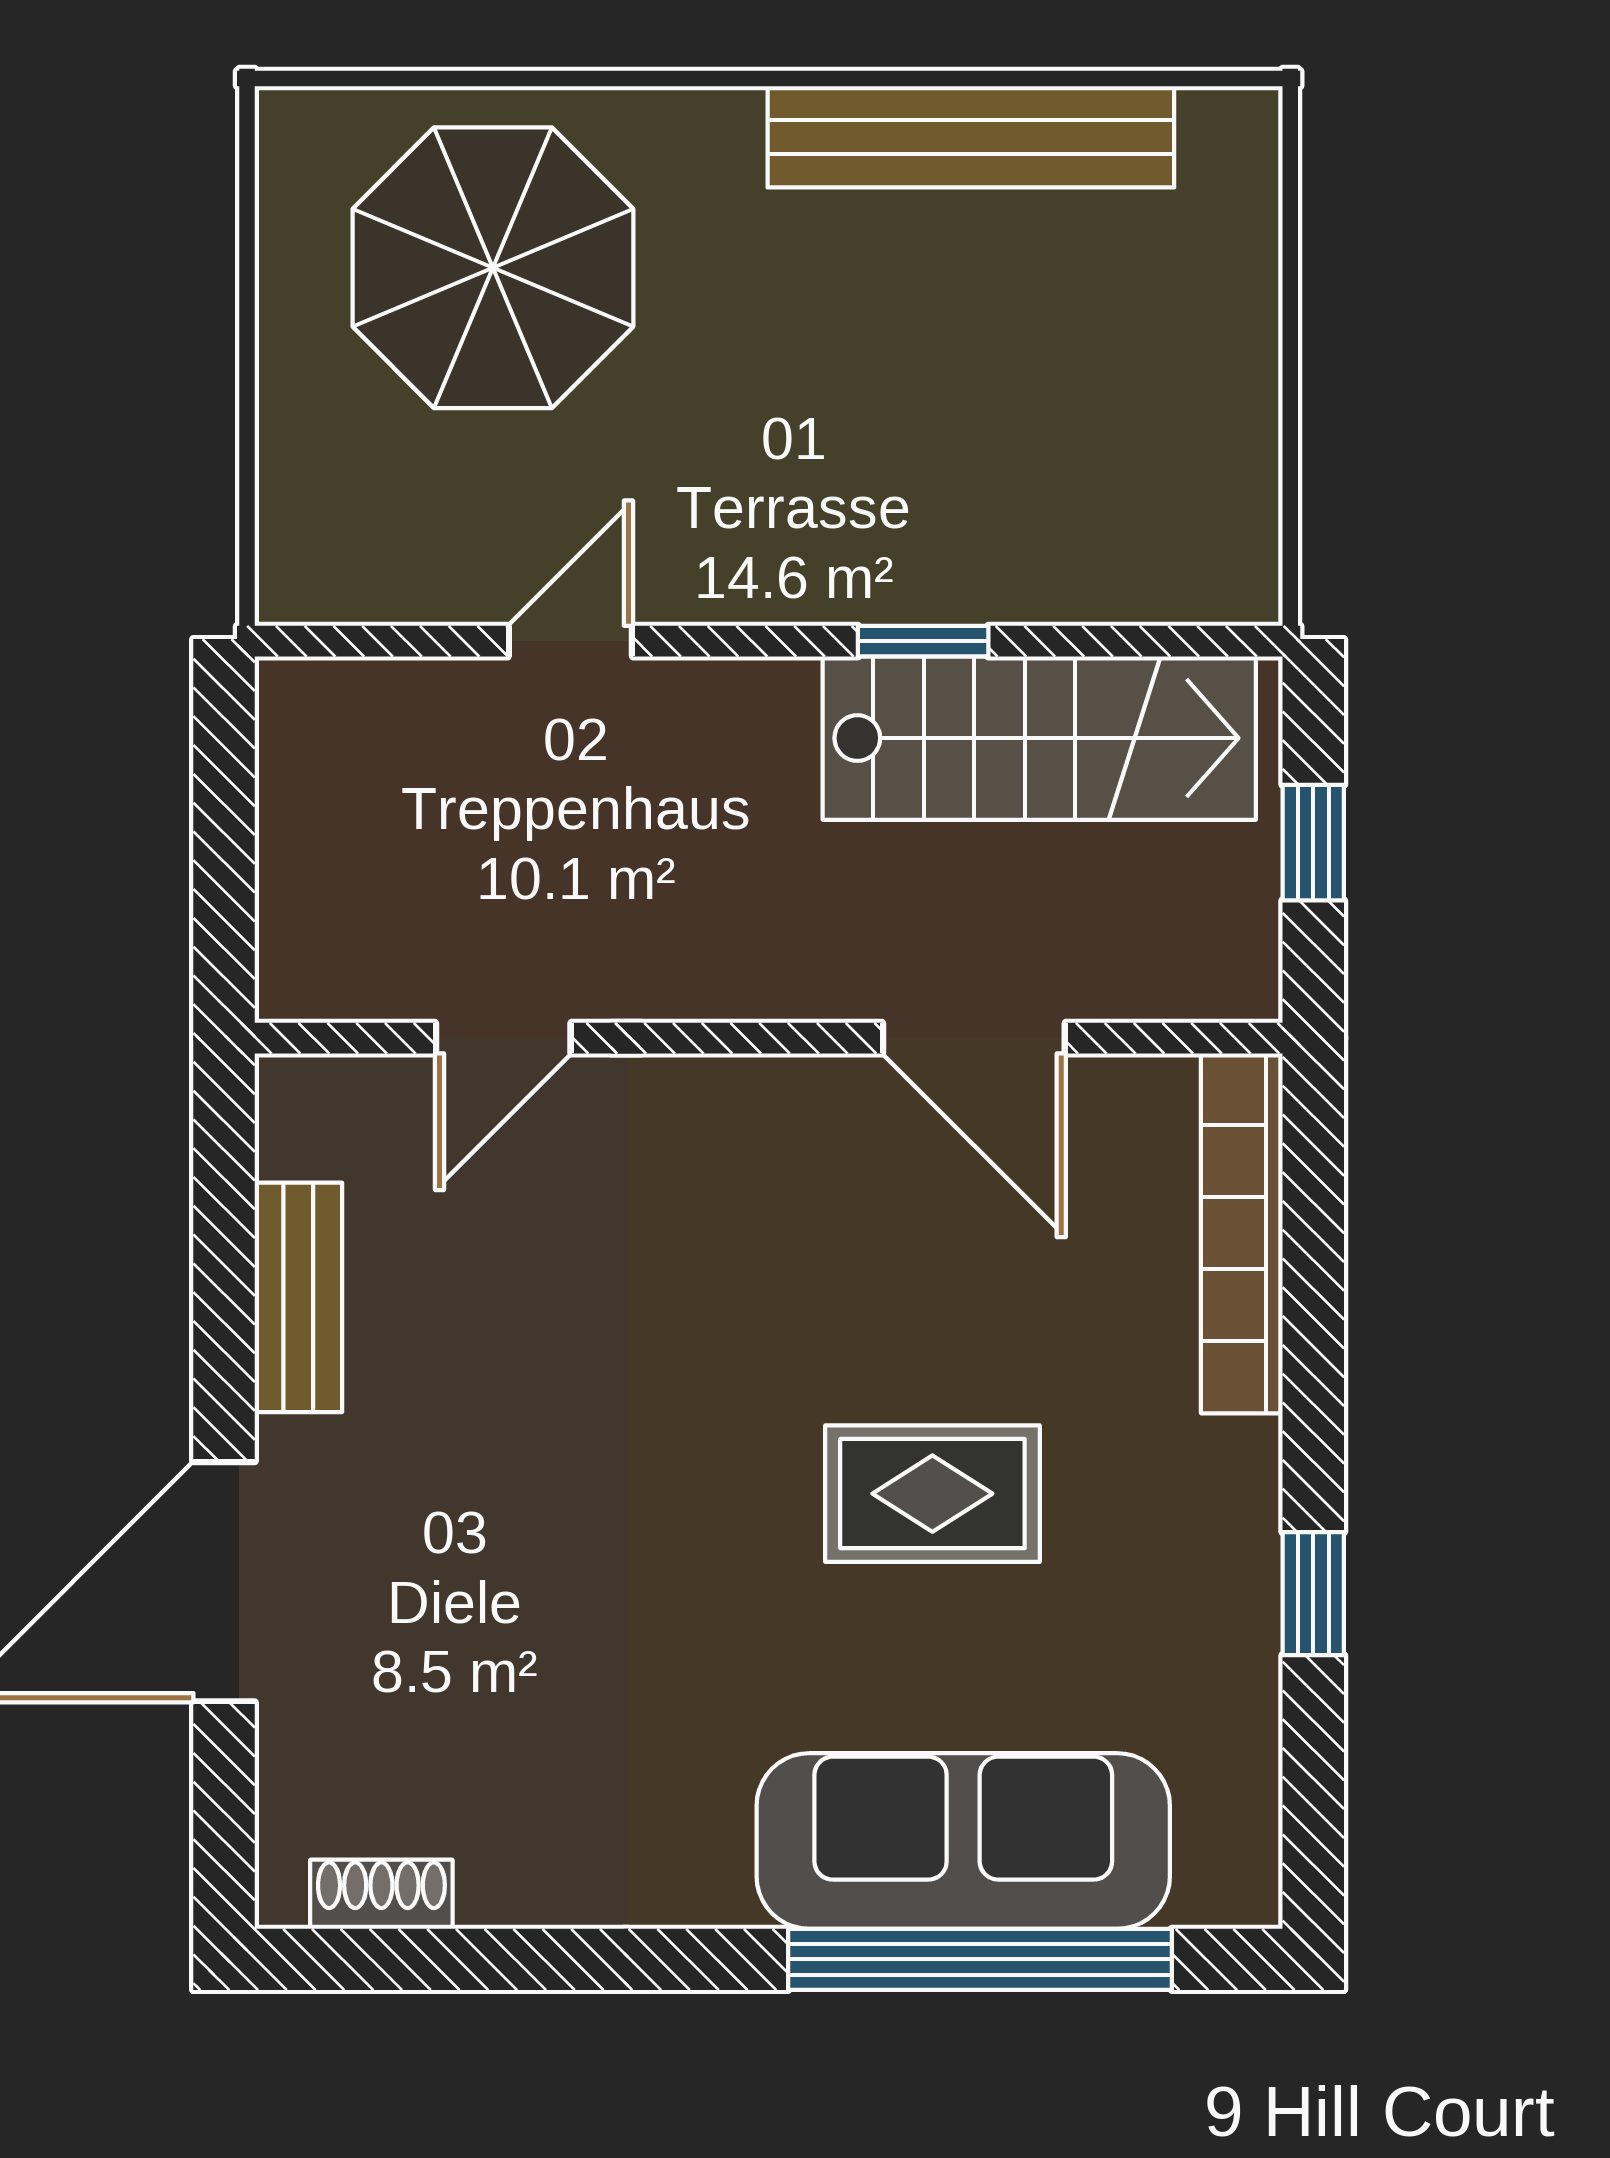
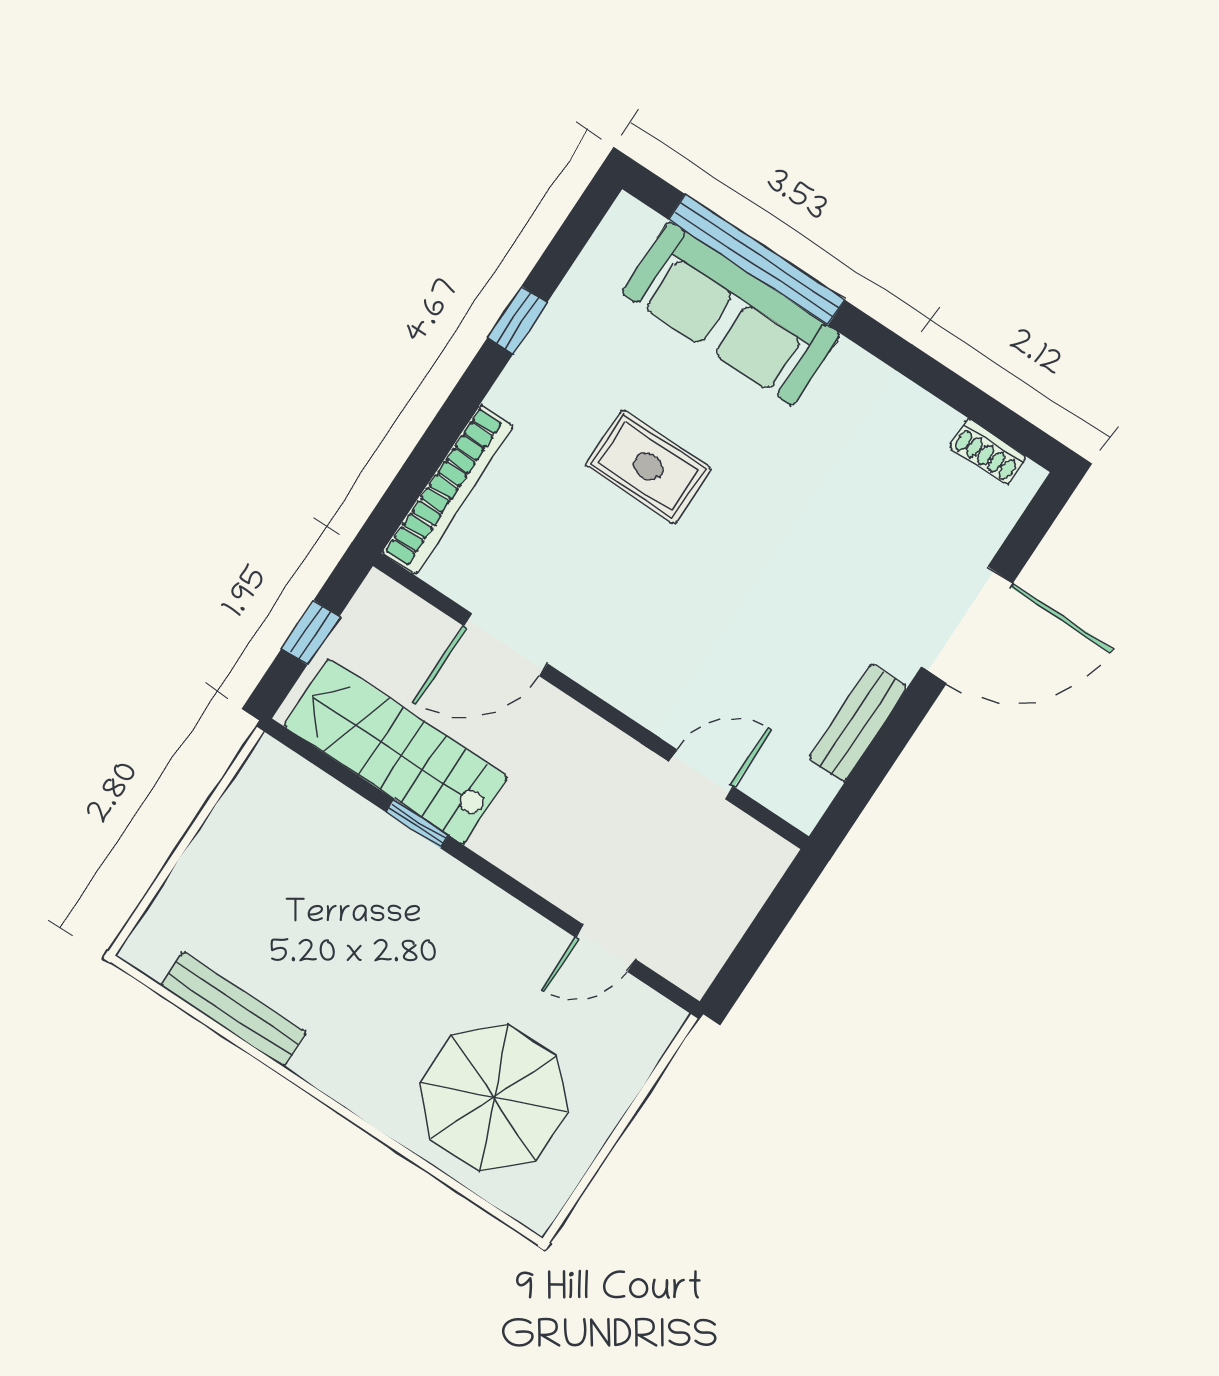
bench: (971, 137) -> (233, 1009), width x0.73, depth x0.82
door: (570, 641) -> (605, 948), moved
door: (974, 1038) -> (505, 645), swing flipped

